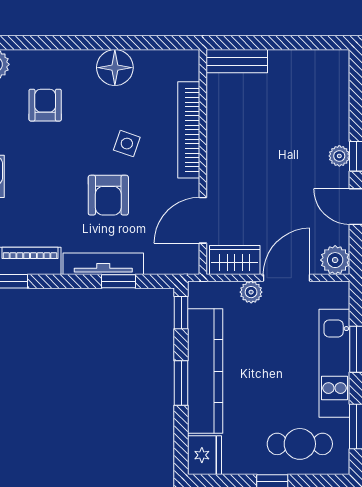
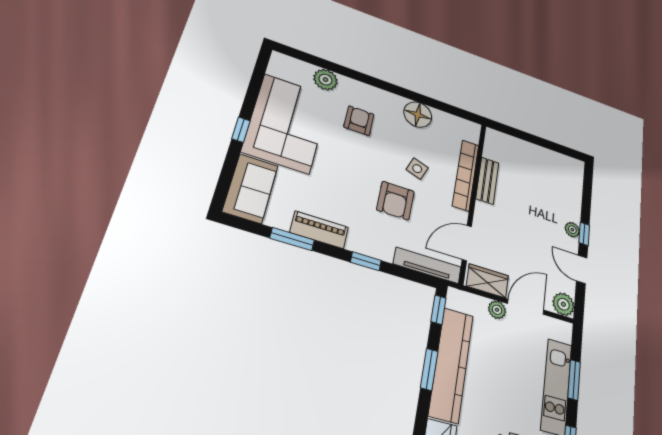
bench: (237, 61) -> (487, 181), moved, turned 90
tv unit: (103, 264) -> (427, 265), moved
window: (119, 281) -> (366, 261), moved

